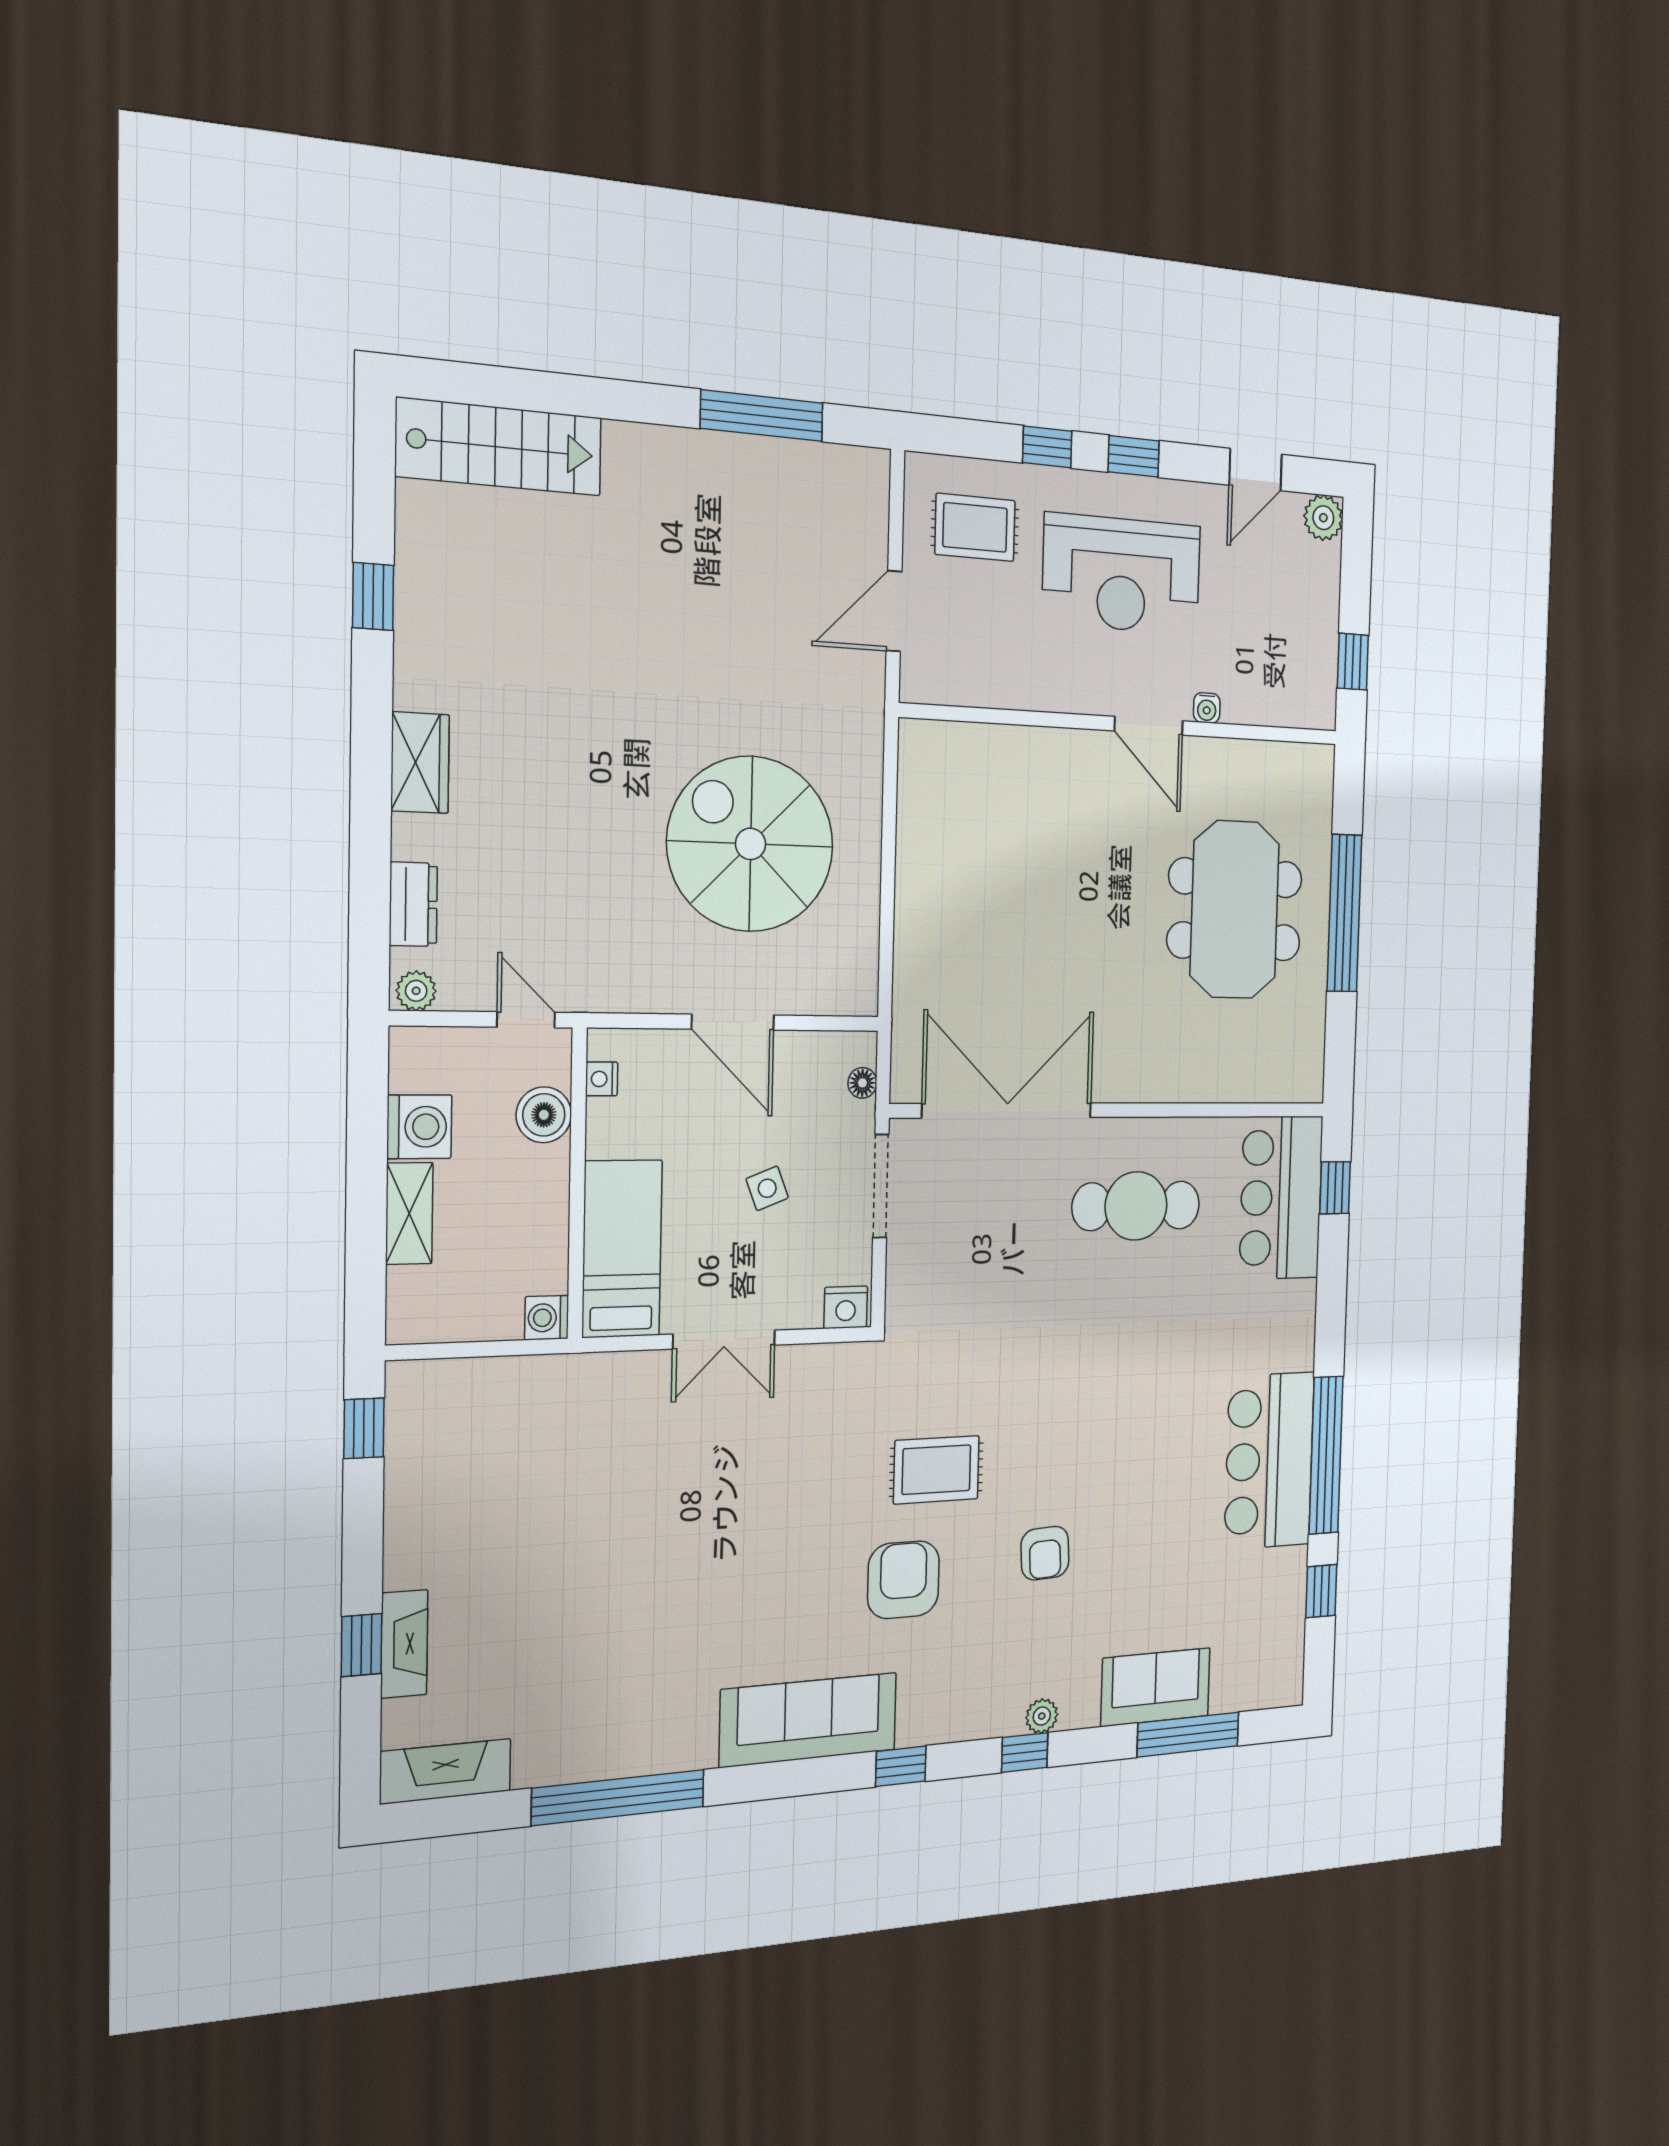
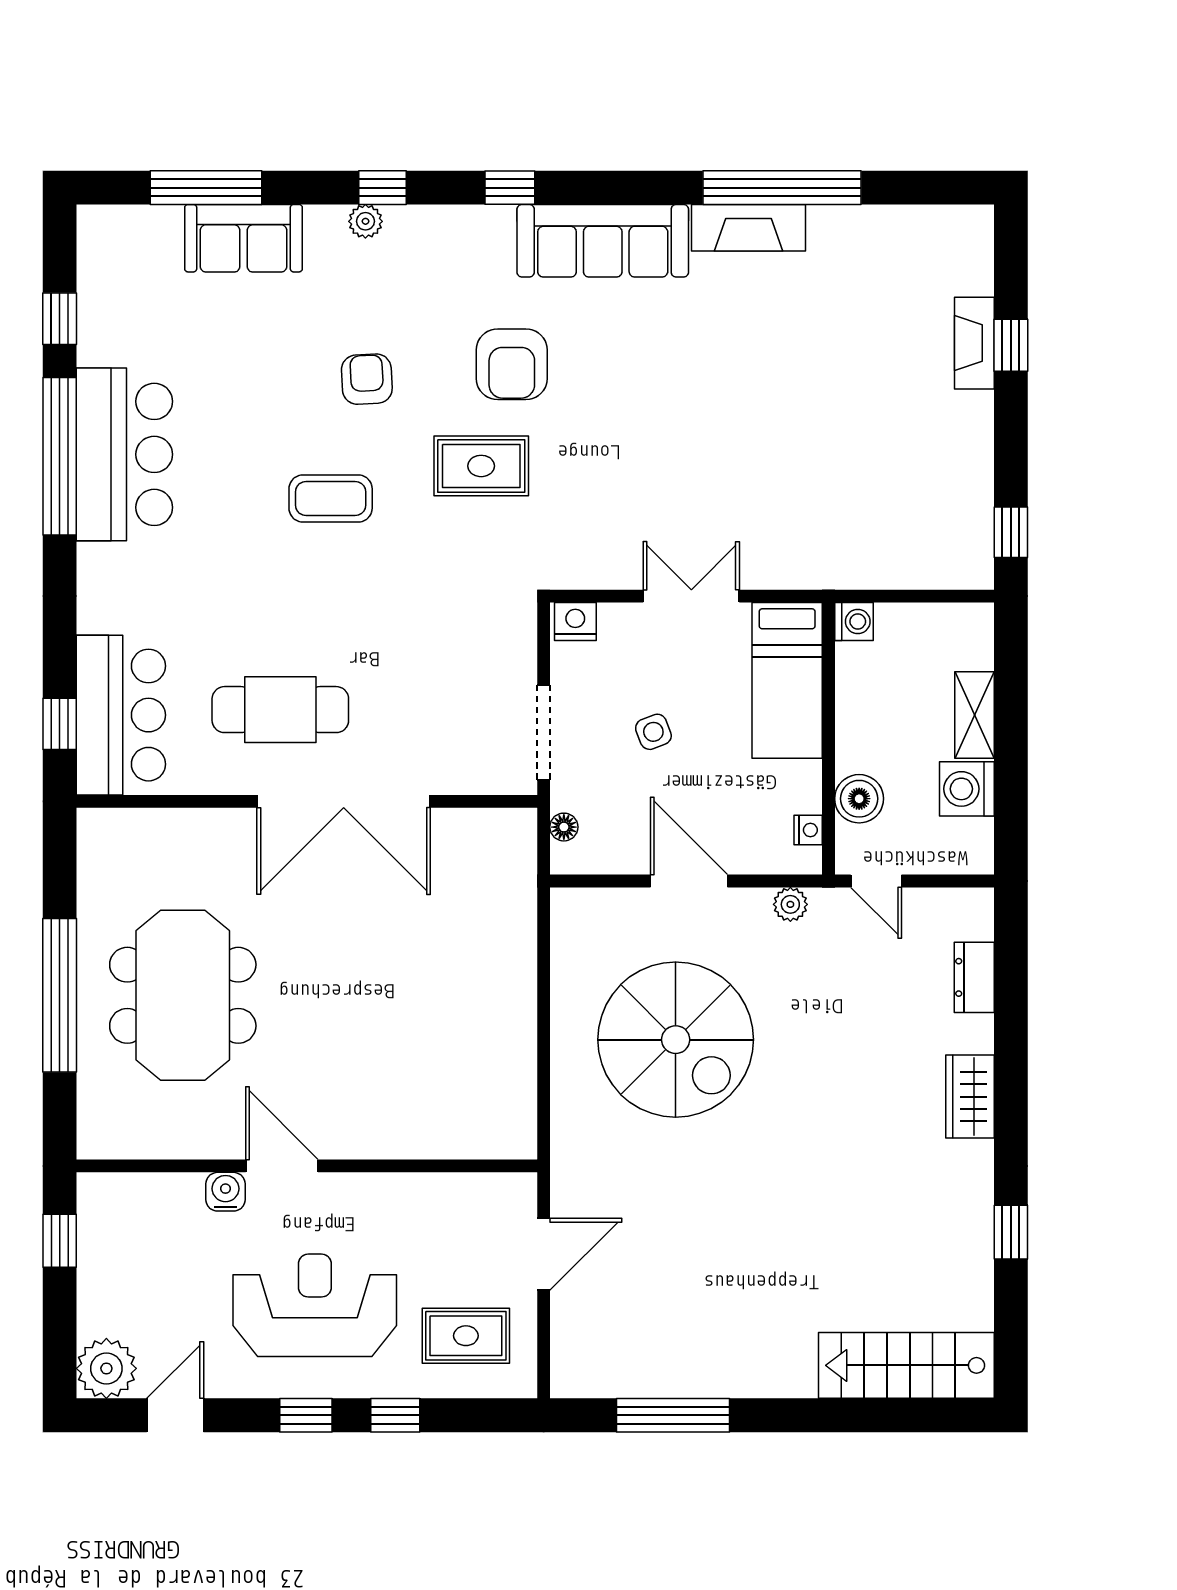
plant: (1323, 518) -> (106, 1368), width x1.36, depth x1.36
water cooler: (1207, 708) -> (225, 1192), width x1.38, depth x1.38
plant: (416, 991) -> (790, 904), moved
double door: (1007, 1111) -> (344, 801), moved
coffee table: (1083, 1427) -> (331, 498), added
fireplace: (446, 1771) -> (749, 228), moved

